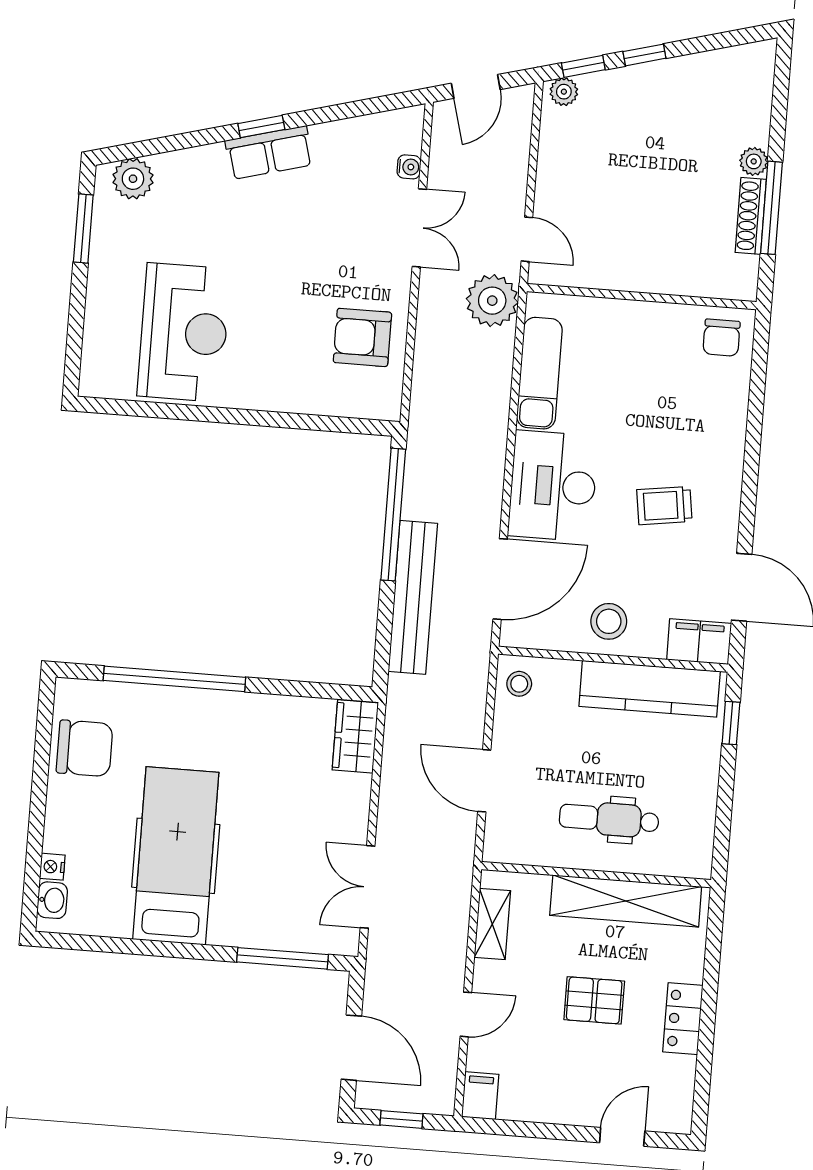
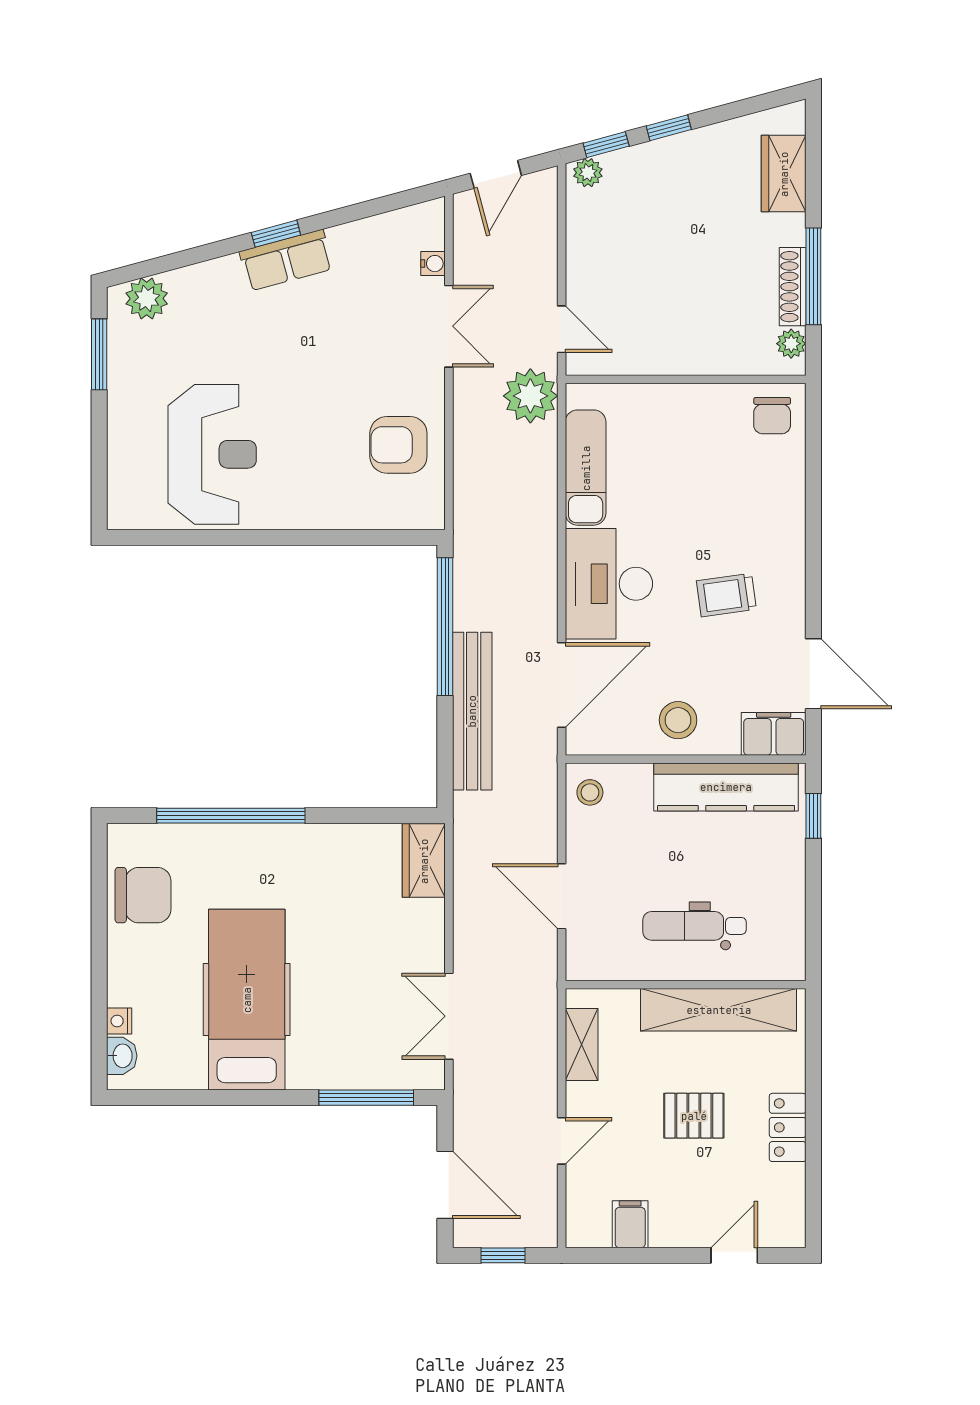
wardrobe: (751, 107) -> (784, 174), added
plant: (754, 161) -> (791, 344), moved
filing cabinet: (480, 1096) -> (630, 1224), moved

